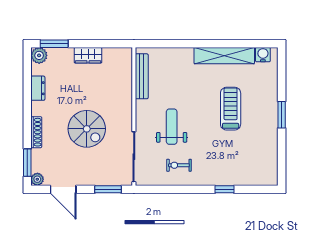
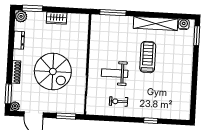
window: (165, 44) -> (113, 13), added
bench: (142, 76) -> (95, 35), removed
treadmill: (231, 109) -> (148, 57), moved
window: (282, 115) -> (197, 36), moved
weight bench: (172, 127) -> (115, 73), turned -90
spiral stairs: (87, 129) -> (53, 72), width x1.37, depth x1.37

